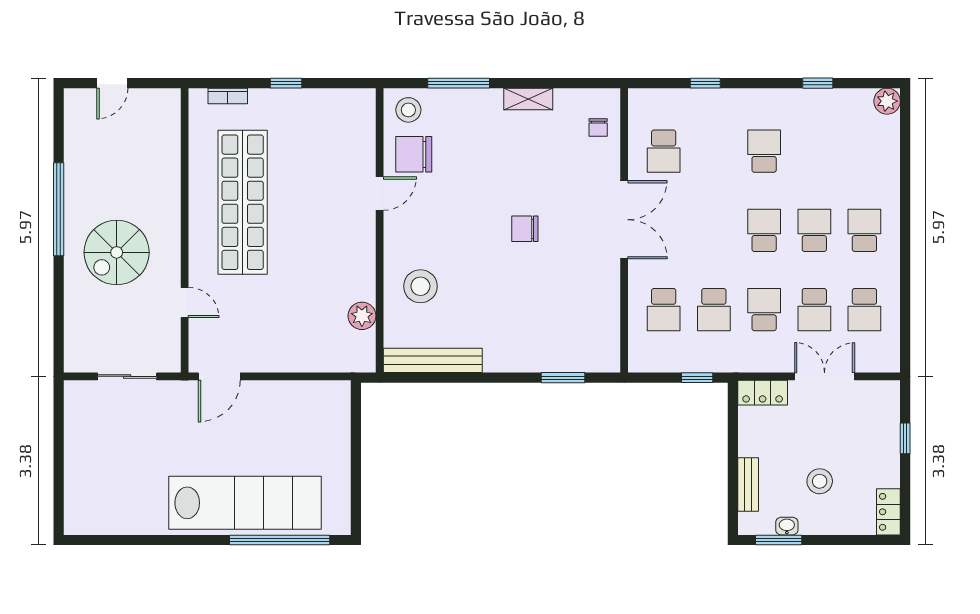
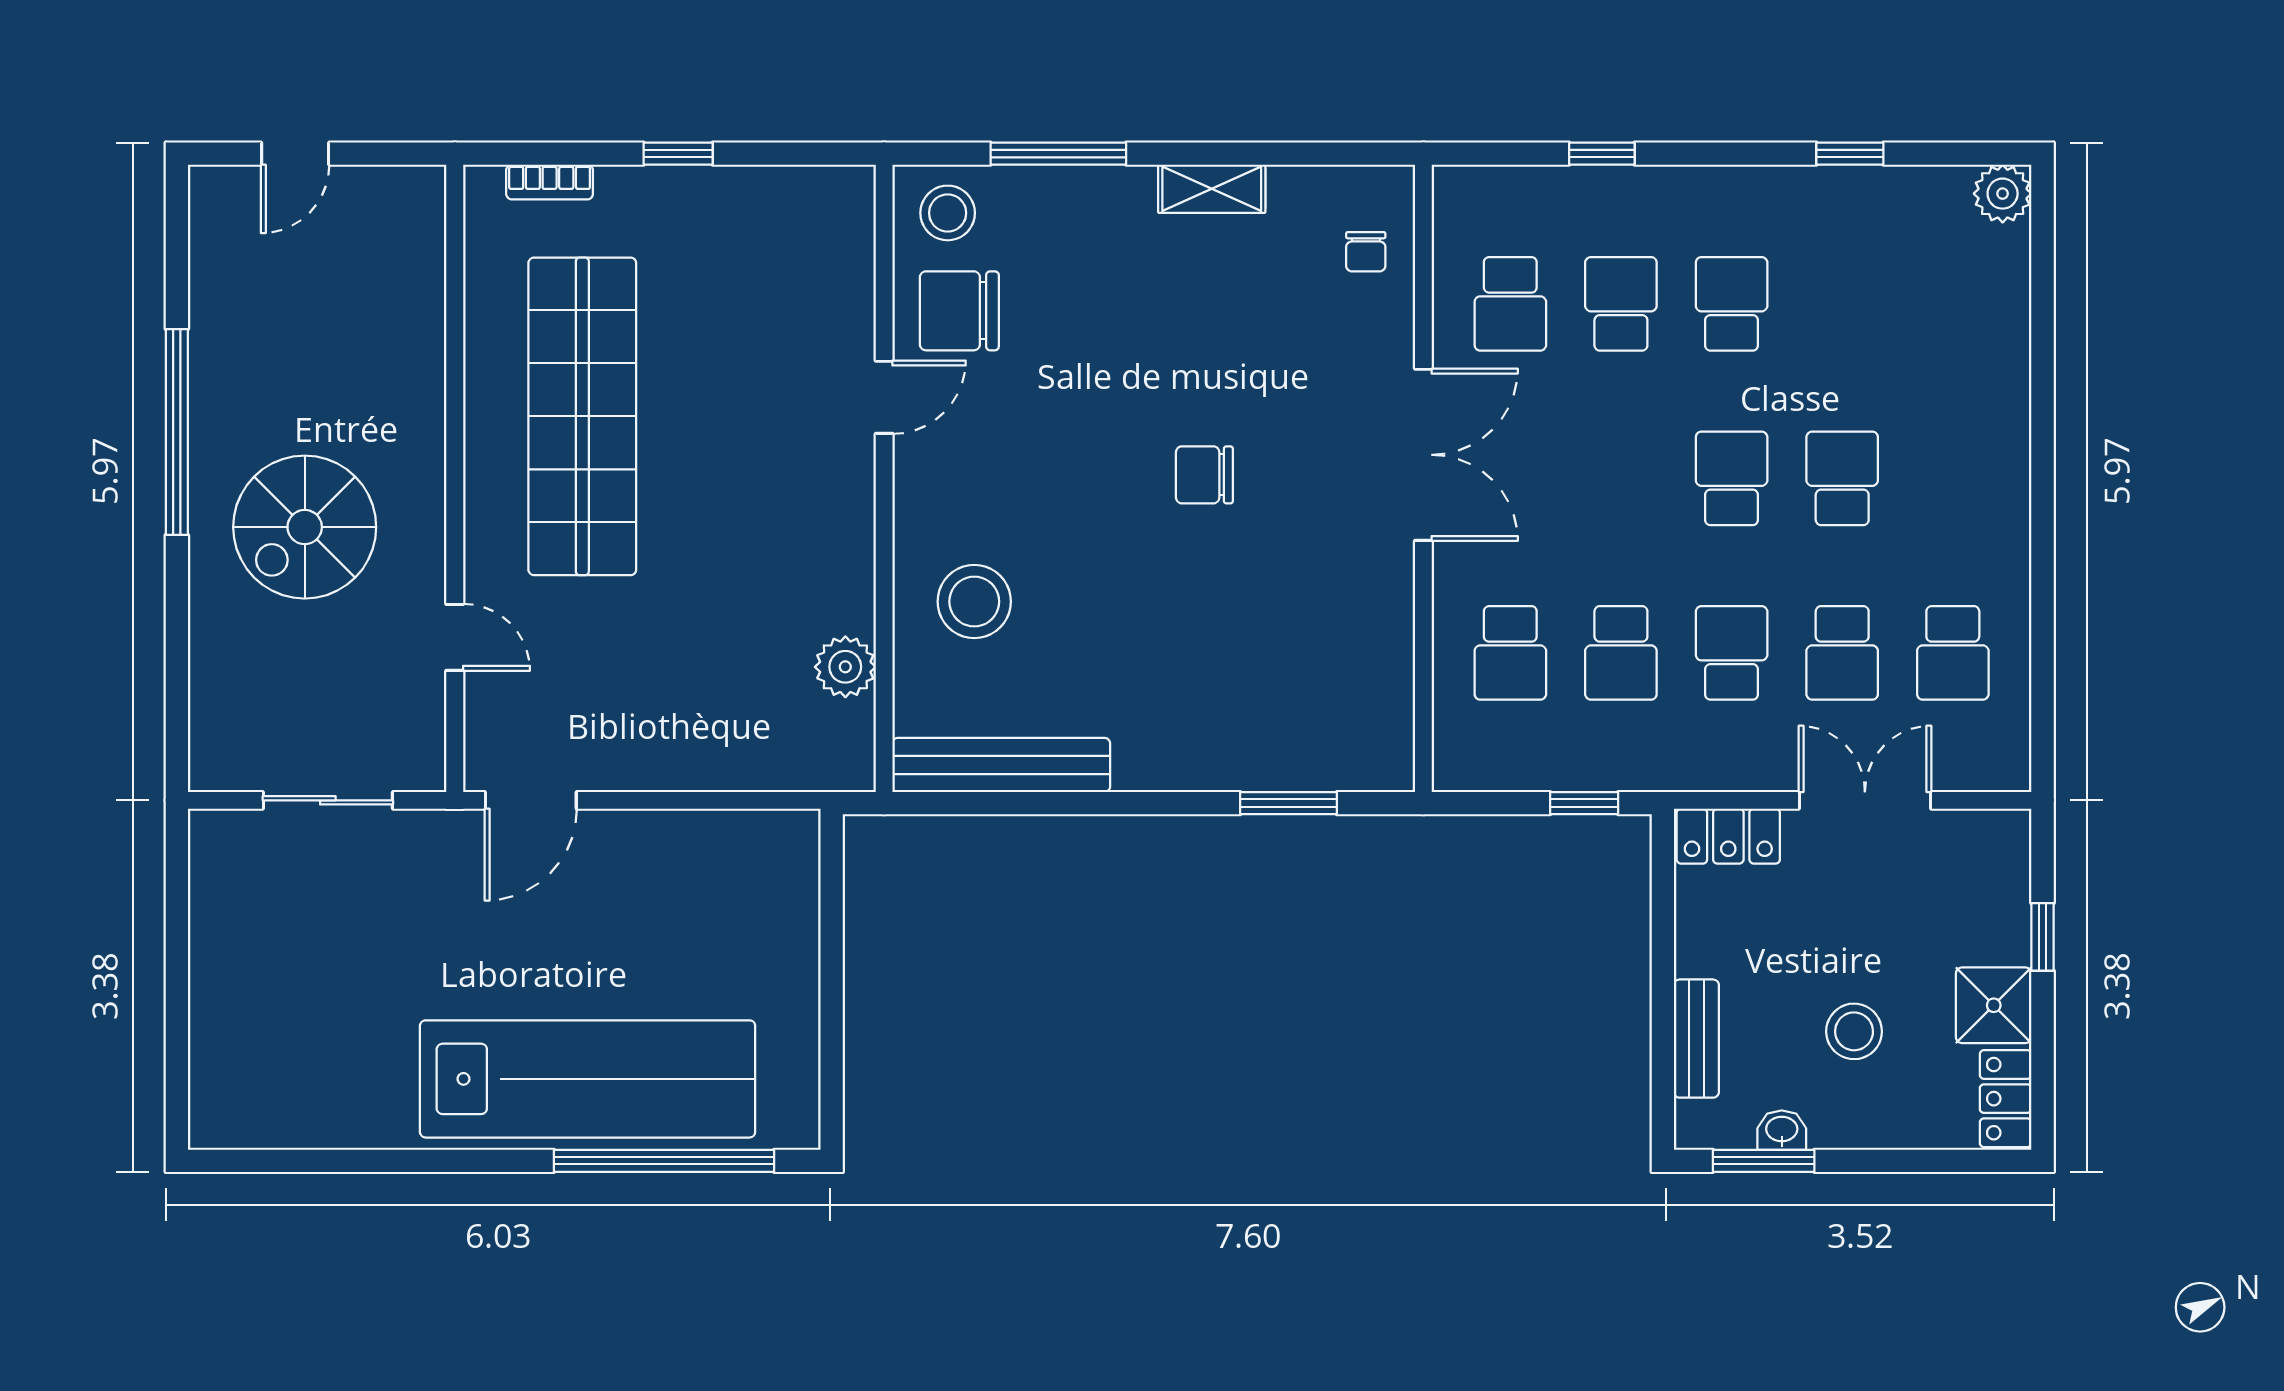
school desk: (864, 230) -> (1621, 304), moved
shower: (883, 469) -> (1994, 1005), added

